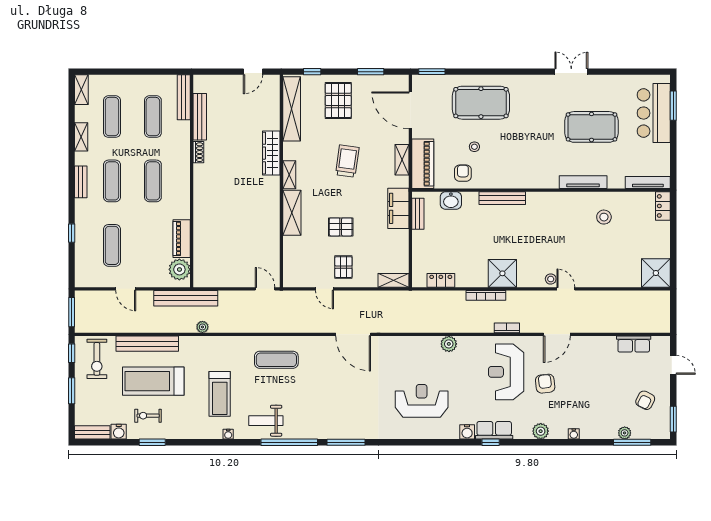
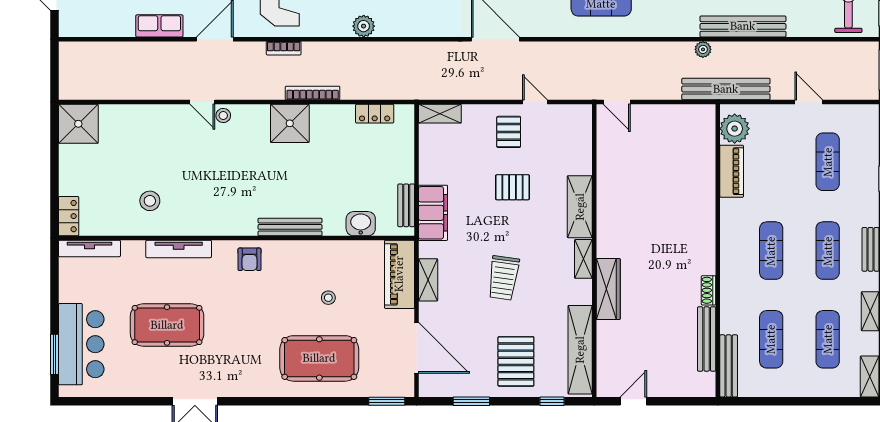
armchair: (463, 173) -> (250, 259), moved
bench: (147, 344) -> (743, 26), moved
row of seats: (634, 344) -> (159, 26), moved

